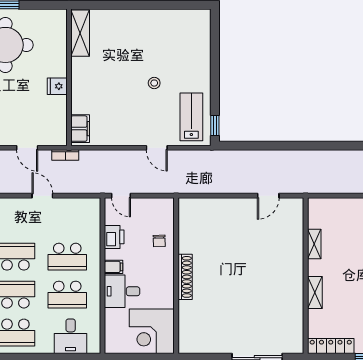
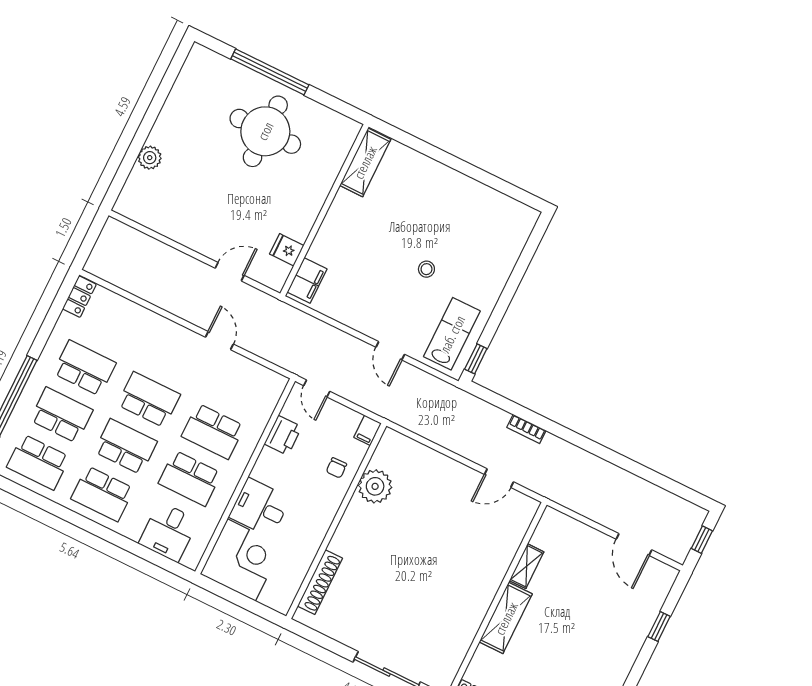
fridge: (57, 86) -> (287, 250), moved
door: (27, 148) -> (230, 272), swing flipped
bookcase: (65, 155) -> (526, 429), moved
plant: (190, 241) -> (375, 486), added
filing cabinet: (114, 267) -> (368, 430), moved, turned 90
shoe rack: (185, 277) -> (320, 582), moved
shelving: (315, 292) -> (506, 618), width x1.50, depth x1.33
corner desk: (152, 331) -> (241, 560), moved, turned 180

